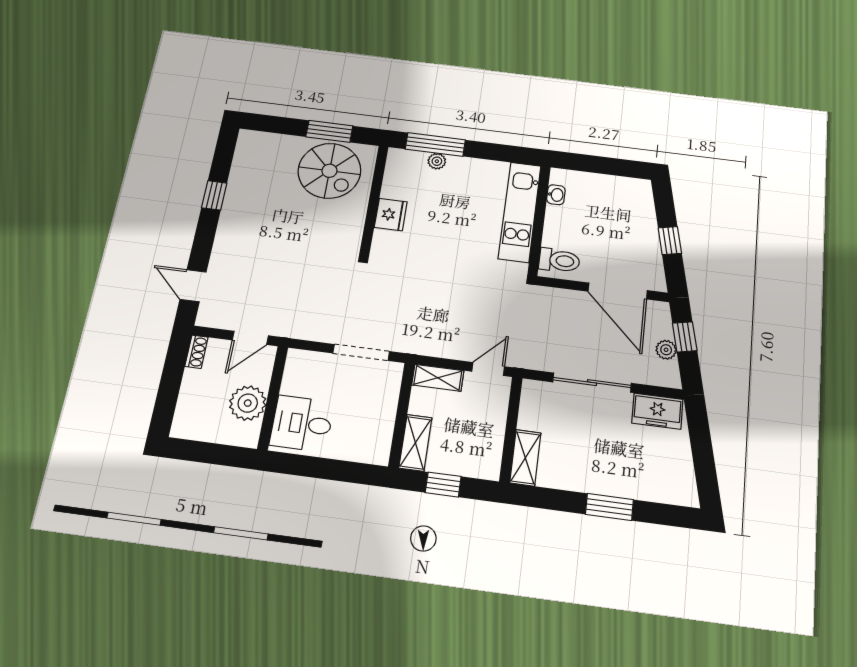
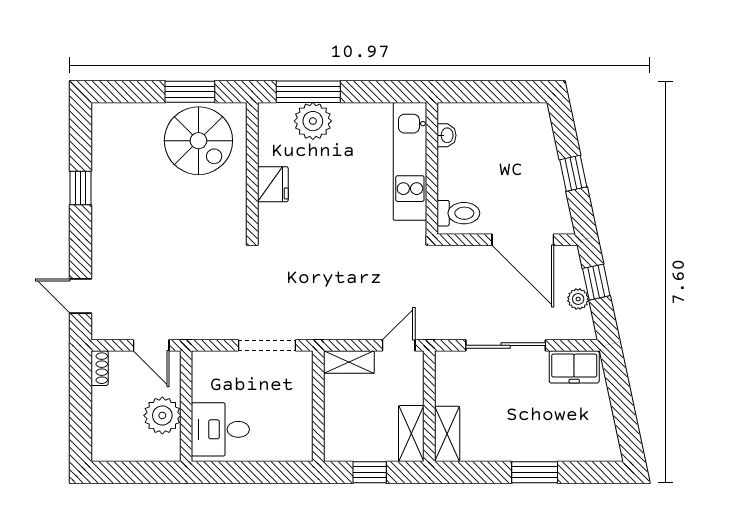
plant: (437, 161) -> (313, 121), width x1.88, depth x1.88
door: (250, 338) -> (151, 345), hinge flipped
shelving: (415, 443) -> (411, 434), moved

